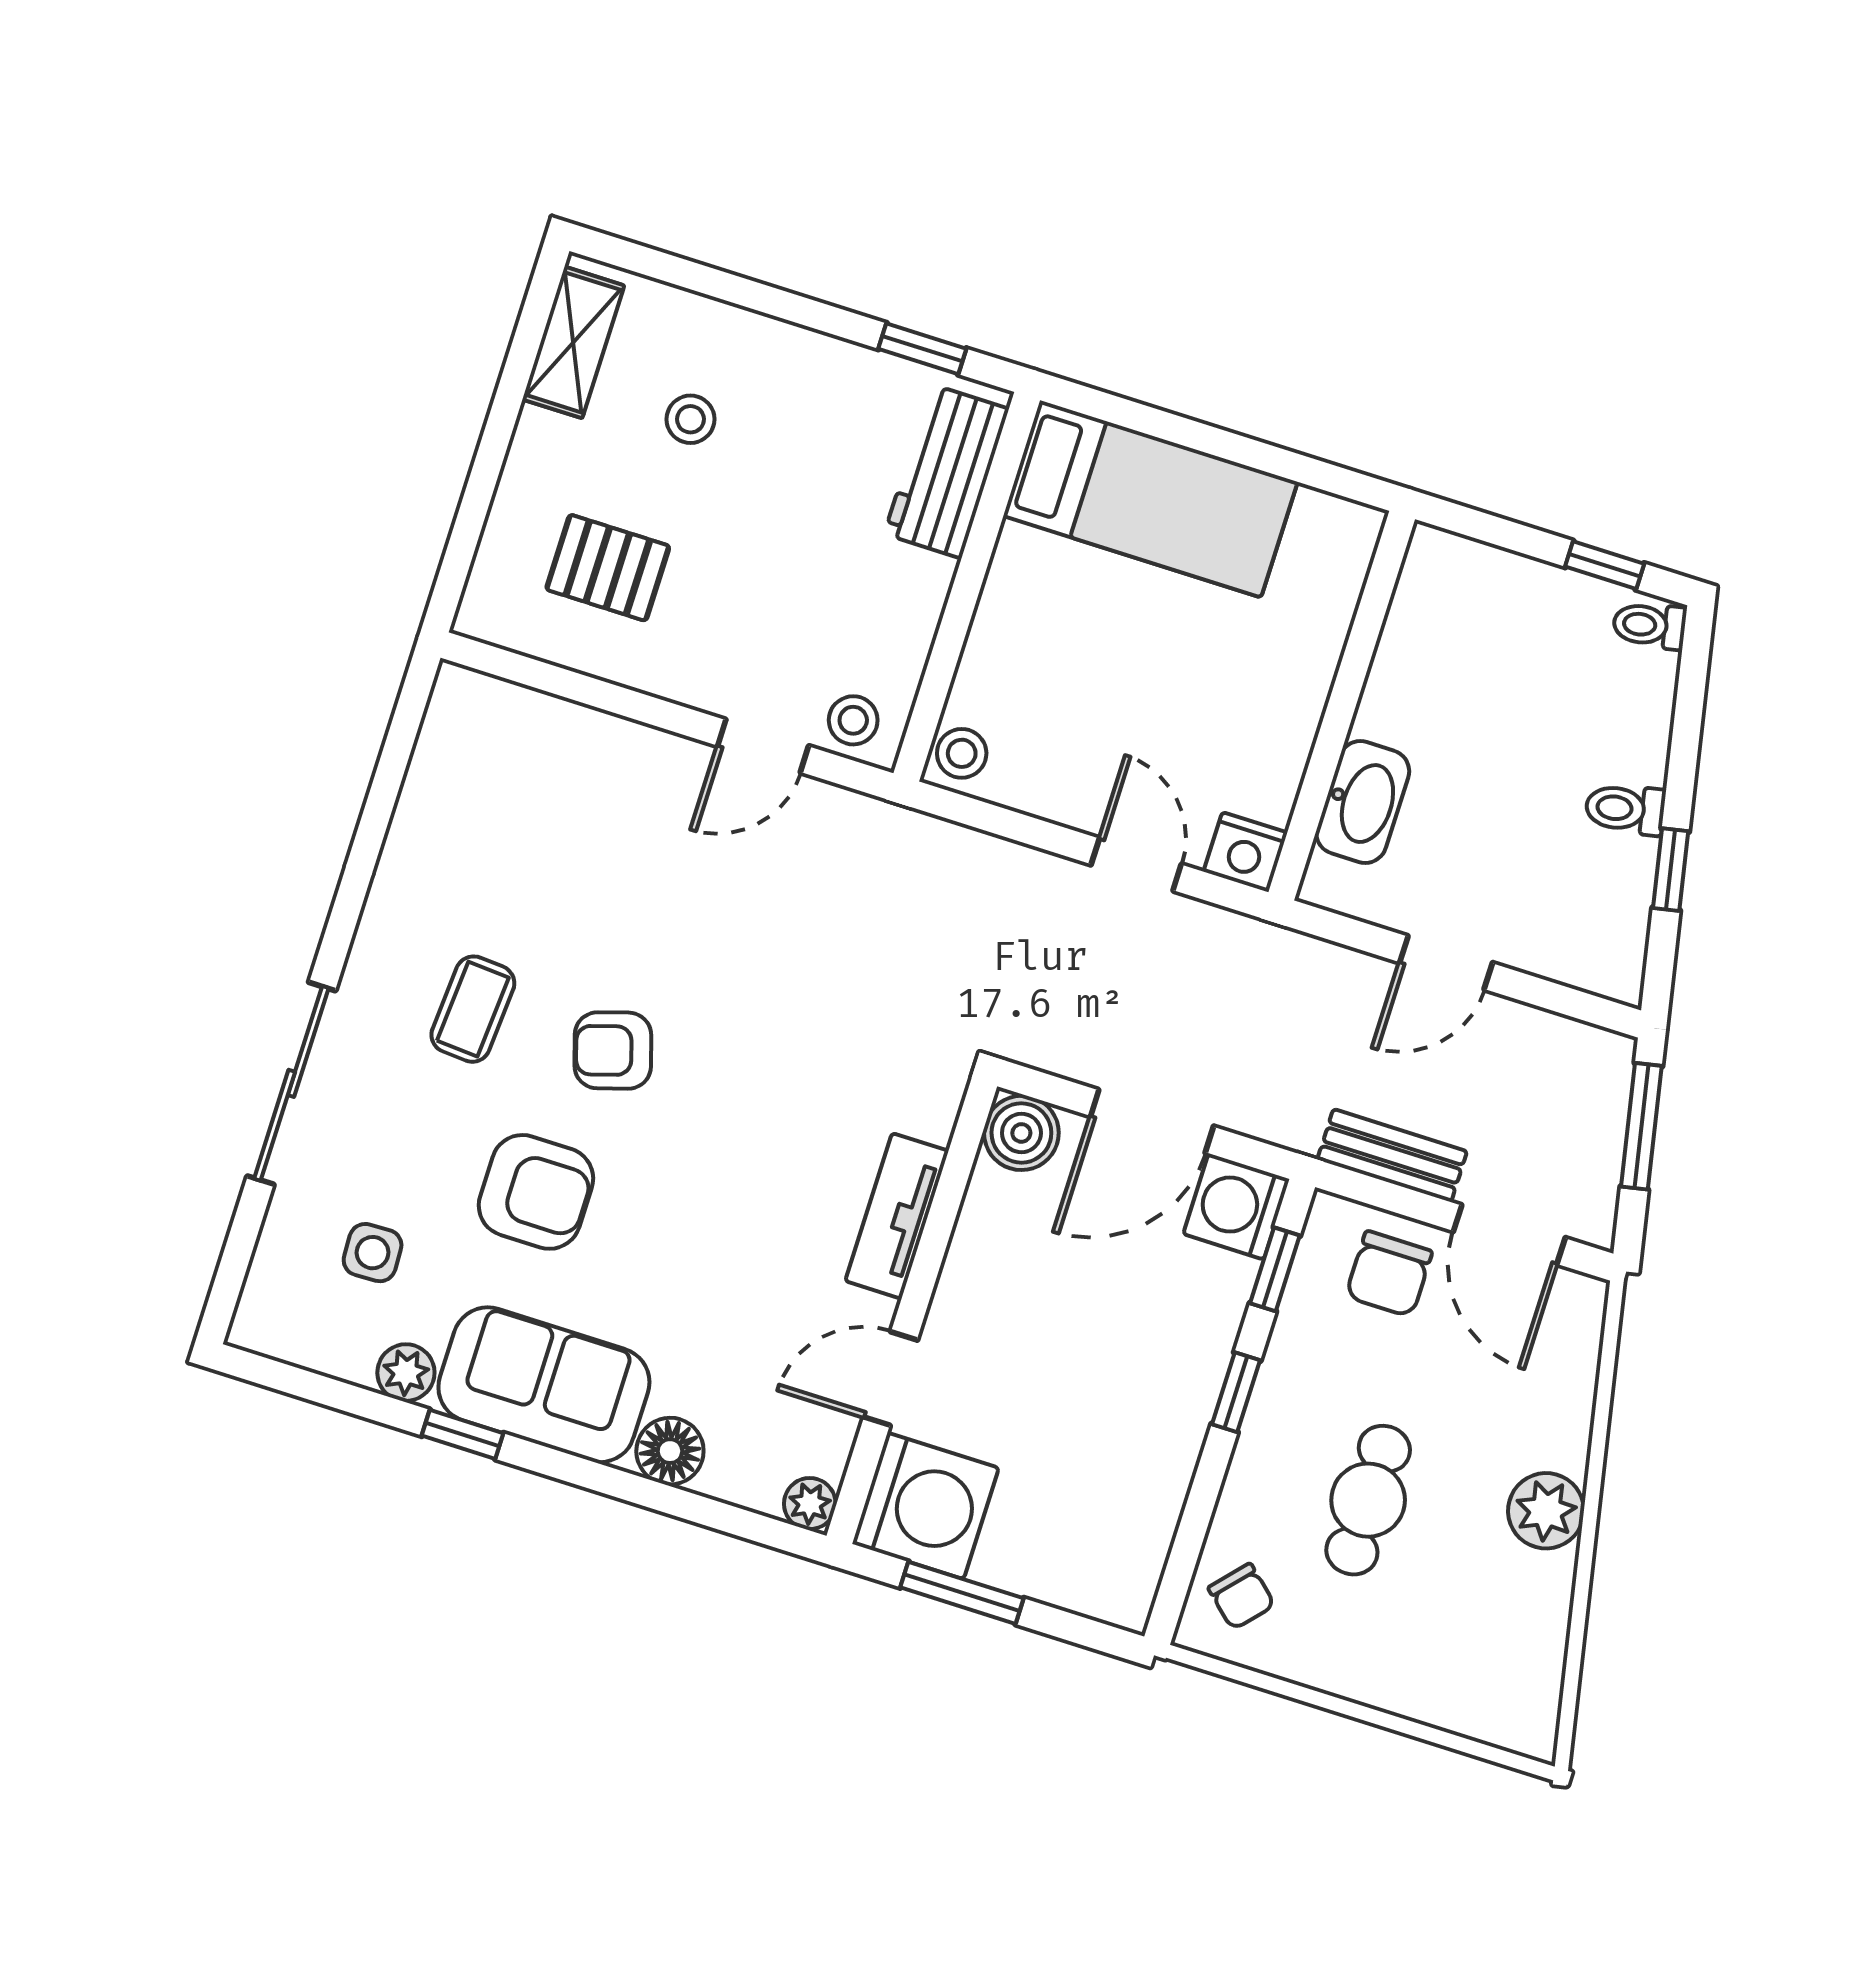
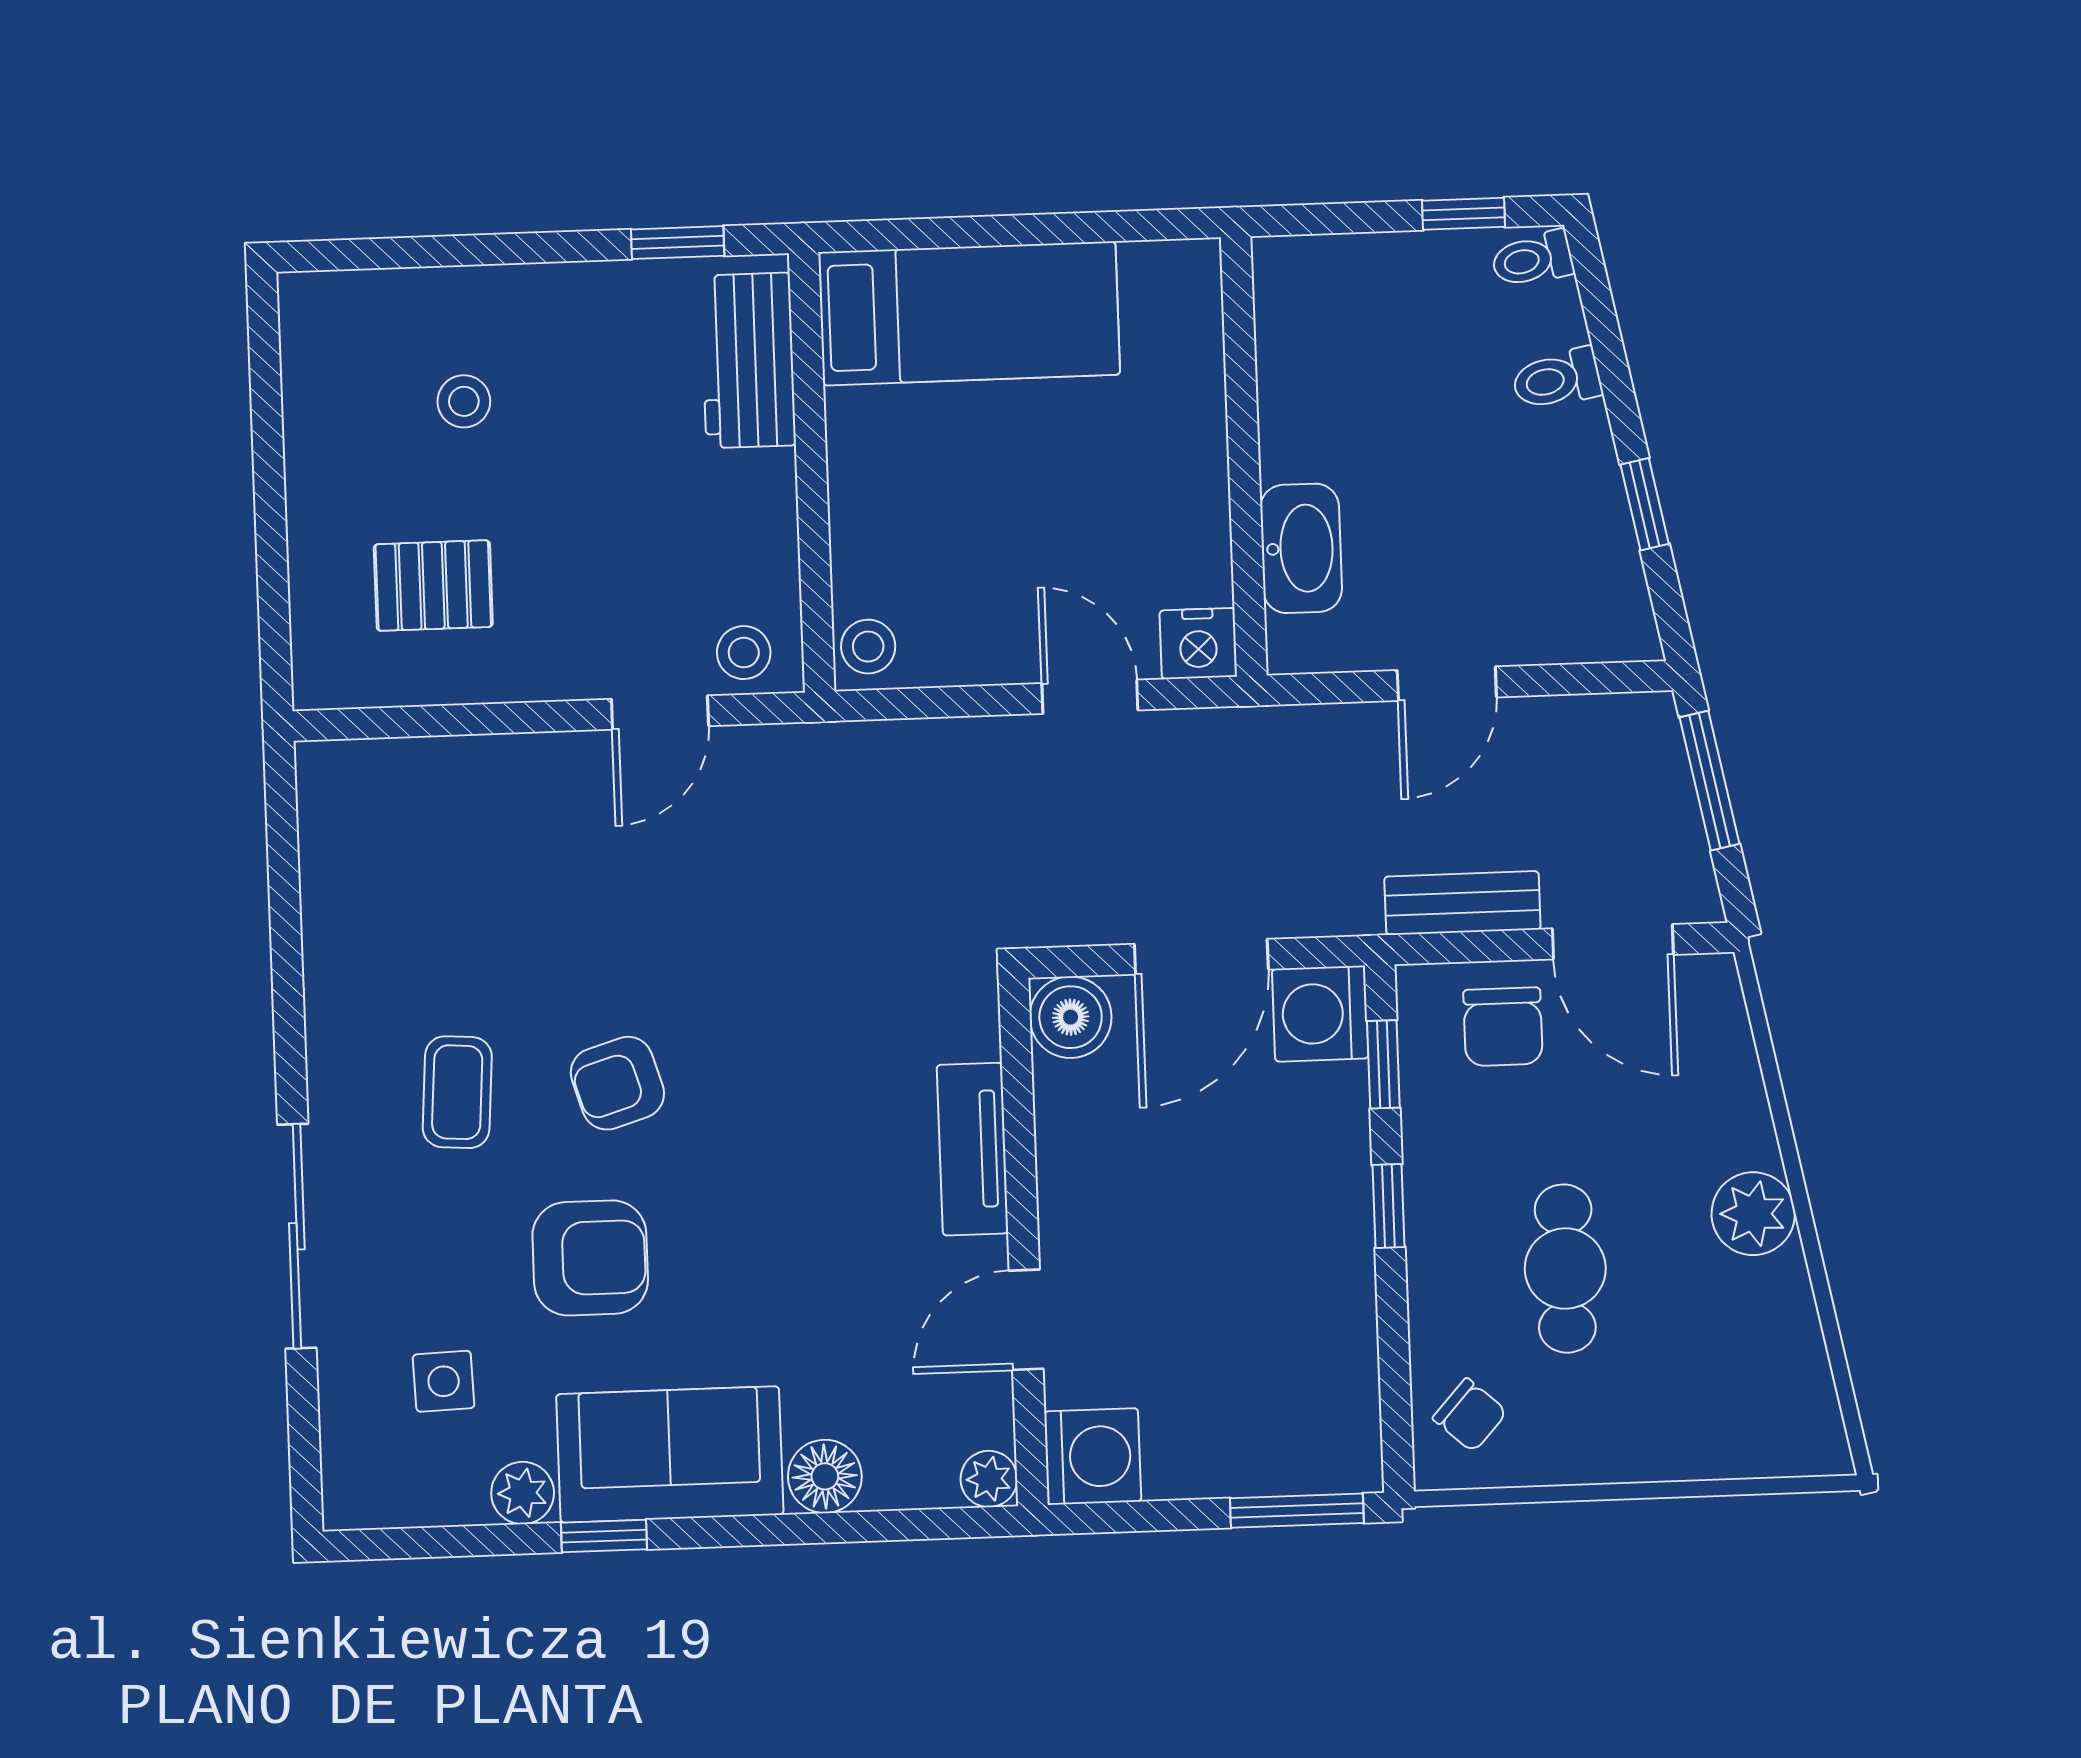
shelving: (573, 342) -> (314, 365), removed
toilet: (1625, 809) -> (1557, 379), moved
washing machine: (925, 1506) -> (1093, 1456), width x0.73, depth x0.73
window: (962, 1593) -> (1297, 1511), moved

